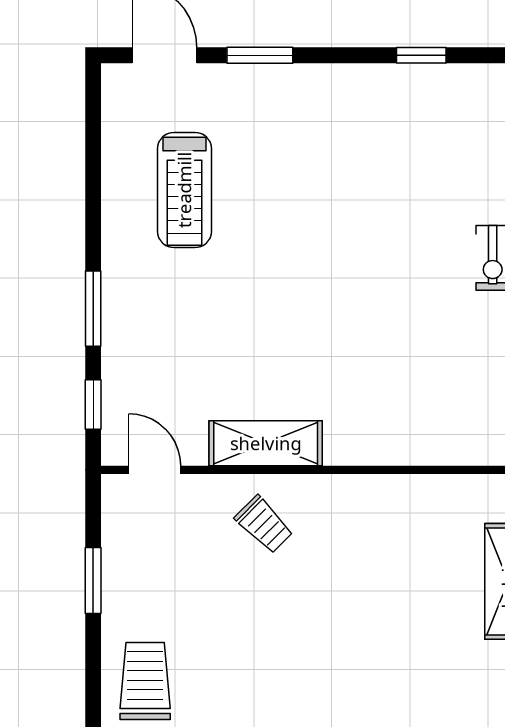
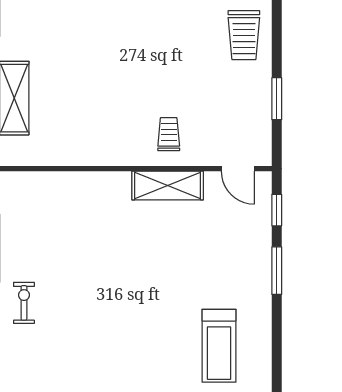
treadmill: (184, 190) -> (219, 346), turned 180
trolley: (264, 524) -> (169, 134), turned 45

